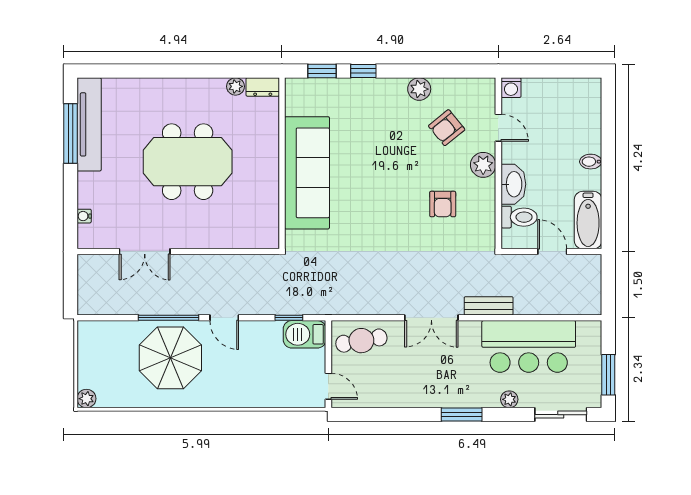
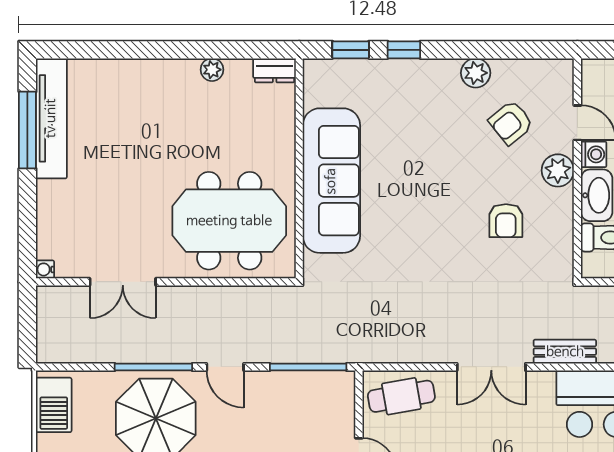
plant: (236, 86) -> (212, 70), moved
washing machine: (511, 88) -> (594, 154), moved, turned -90
meeting table: (188, 162) -> (229, 221), moved
water cooler: (84, 216) -> (45, 269), moved
window: (289, 318) -> (308, 367), width x2.17
barbecue: (305, 334) -> (54, 405), moved, turned -90

